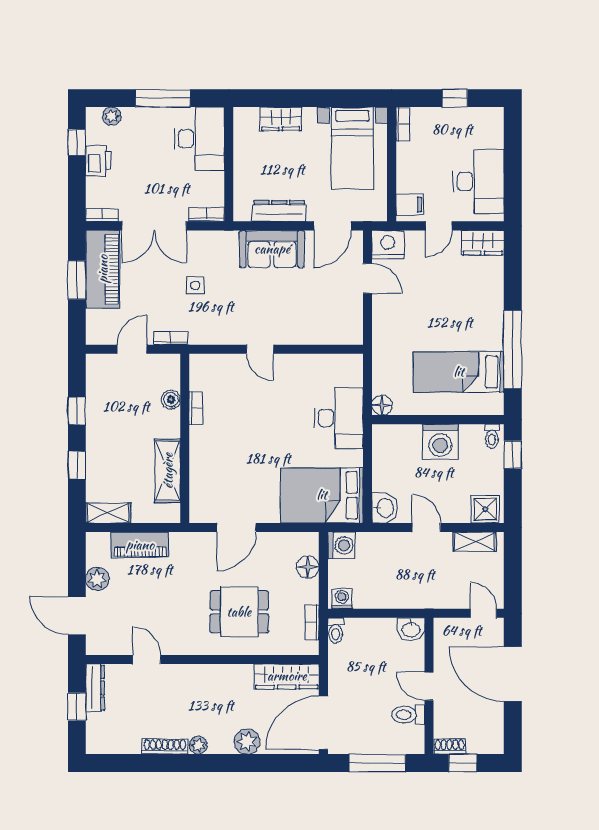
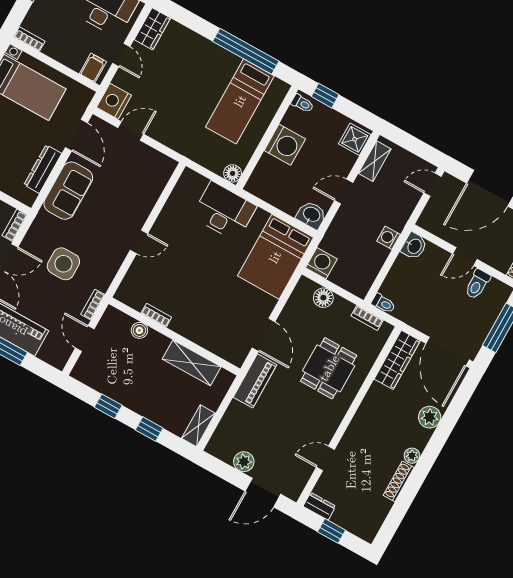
side table: (195, 285) -> (63, 264), width x1.87, depth x1.87
piano: (140, 545) -> (255, 381), moved
washing machine: (342, 599) -> (389, 238), moved
dresser: (95, 688) -> (319, 506), width x0.70

